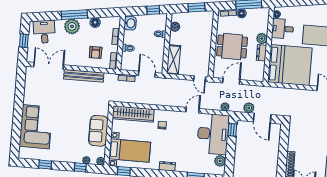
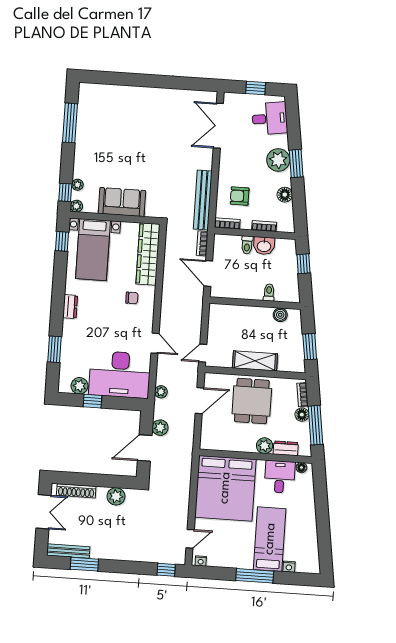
window: (153, 10) -> (304, 264), moved
window: (74, 15) -> (296, 163), width x0.69
washbasin: (130, 23) -> (264, 246), moved
dresser: (261, 53) -> (286, 448), moved
shelving: (173, 60) -> (255, 361), moved
double door: (49, 66) -> (218, 126), swing flipped
door: (147, 74) -> (208, 274), swing flipped
bench: (84, 76) -> (203, 200), moved
door: (231, 81) -> (200, 401), hinge flipped
corner sofa: (36, 127) -> (127, 108), removed
window: (232, 130) -> (93, 401), moved
plant: (294, 138) -> (116, 496), added
window: (45, 165) -> (70, 123), width x2.17
window: (80, 167) -> (65, 192), moved

